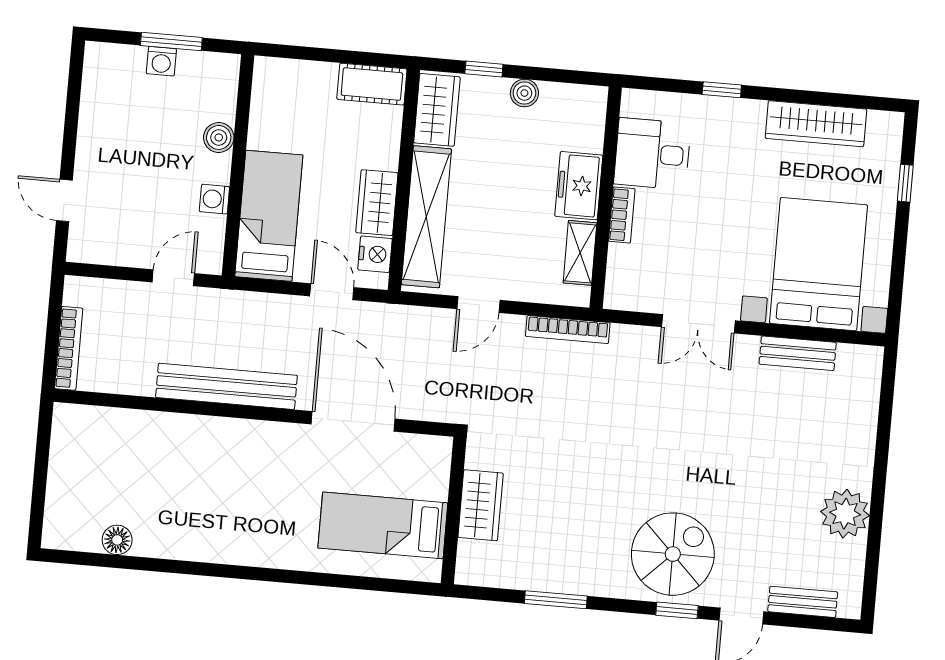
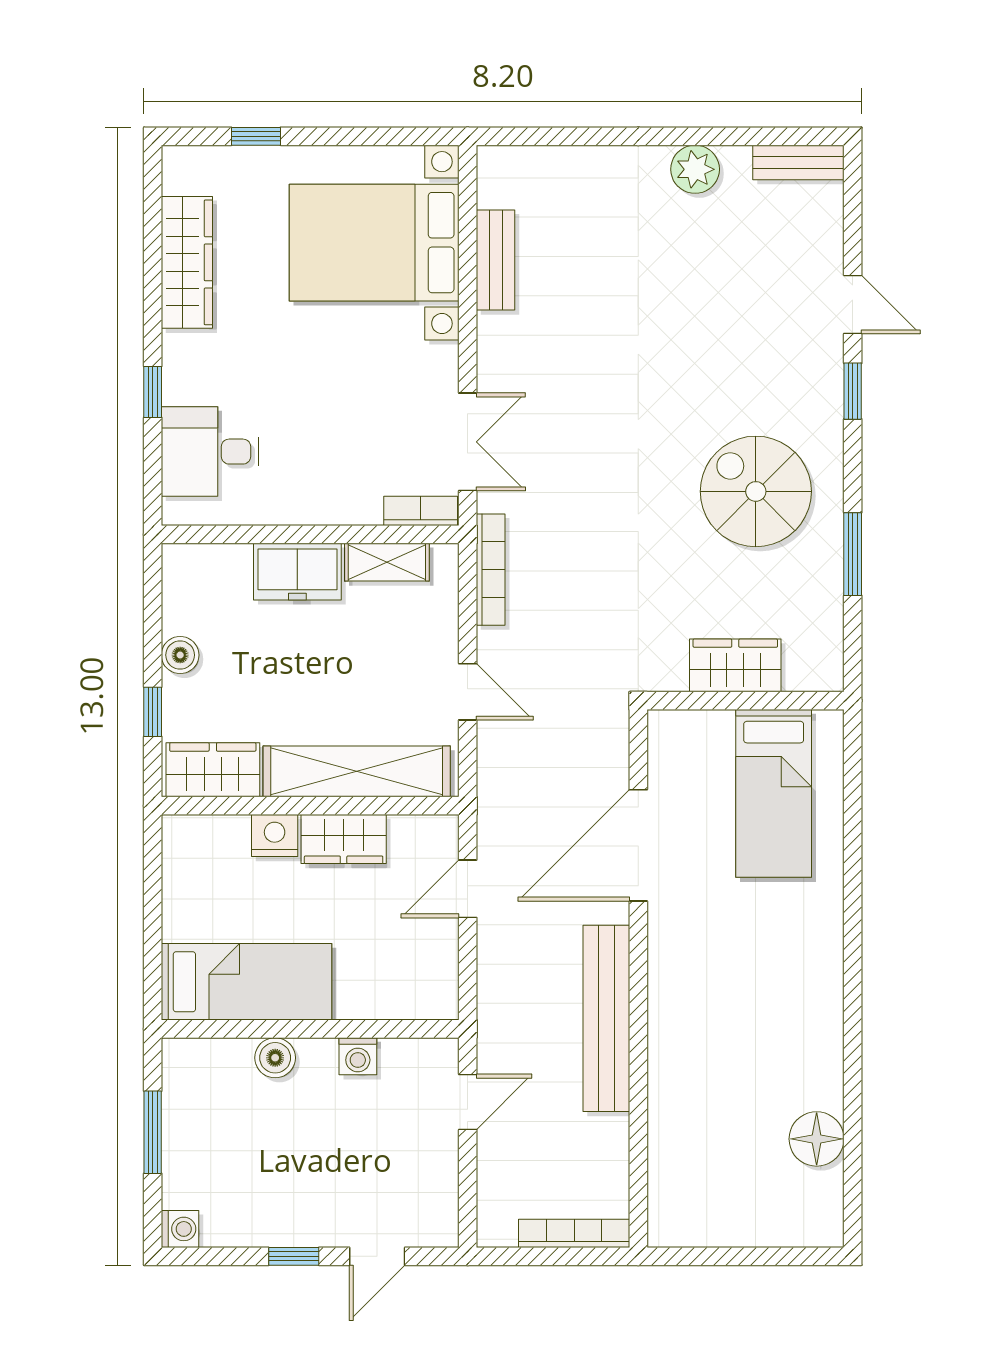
washing machine: (161, 61) -> (180, 1229), moved
cot: (372, 84) -> (186, 860), removed
window: (70, 138) -> (294, 1256), added
desk: (652, 154) -> (210, 452), moved, turned 90
bookcase: (622, 215) -> (421, 511), moved
bed: (269, 216) -> (247, 982), moved, turned 180
nightstand: (375, 254) -> (275, 836), moved
door: (173, 278) -> (468, 1102), swing flipped
double door: (698, 324) -> (468, 442), moved
plant: (845, 514) -> (695, 169), width x0.73, depth x0.73
floor lamp: (117, 540) -> (817, 1139), width x1.38, depth x1.38
spiral stairs: (673, 554) -> (756, 491), moved
bench: (803, 602) -> (798, 162), moved, turned 90

